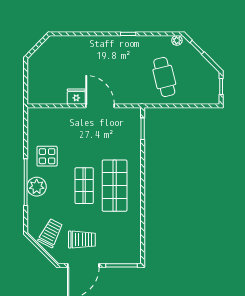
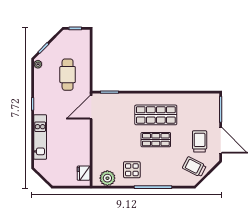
kitchen unit: (87, 43) -> (40, 137), added
cafe table: (164, 77) -> (68, 75), turned -76
fridge: (76, 97) -> (84, 173), moved
door: (100, 106) -> (91, 107), moved
plant: (37, 187) -> (107, 178), moved

